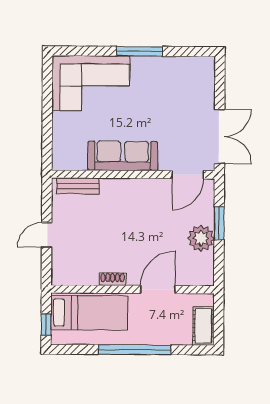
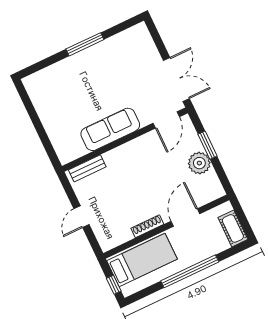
corner sofa: (91, 83) -> (60, 86), removed
shoe rack: (113, 279) -> (147, 226), width x1.43

